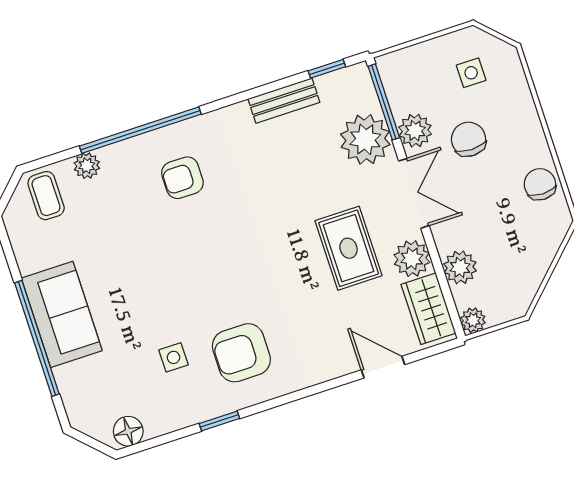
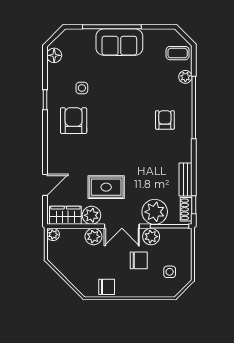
shoe rack: (341, 81) -> (186, 209), added
plant: (460, 267) -> (93, 237), moved

